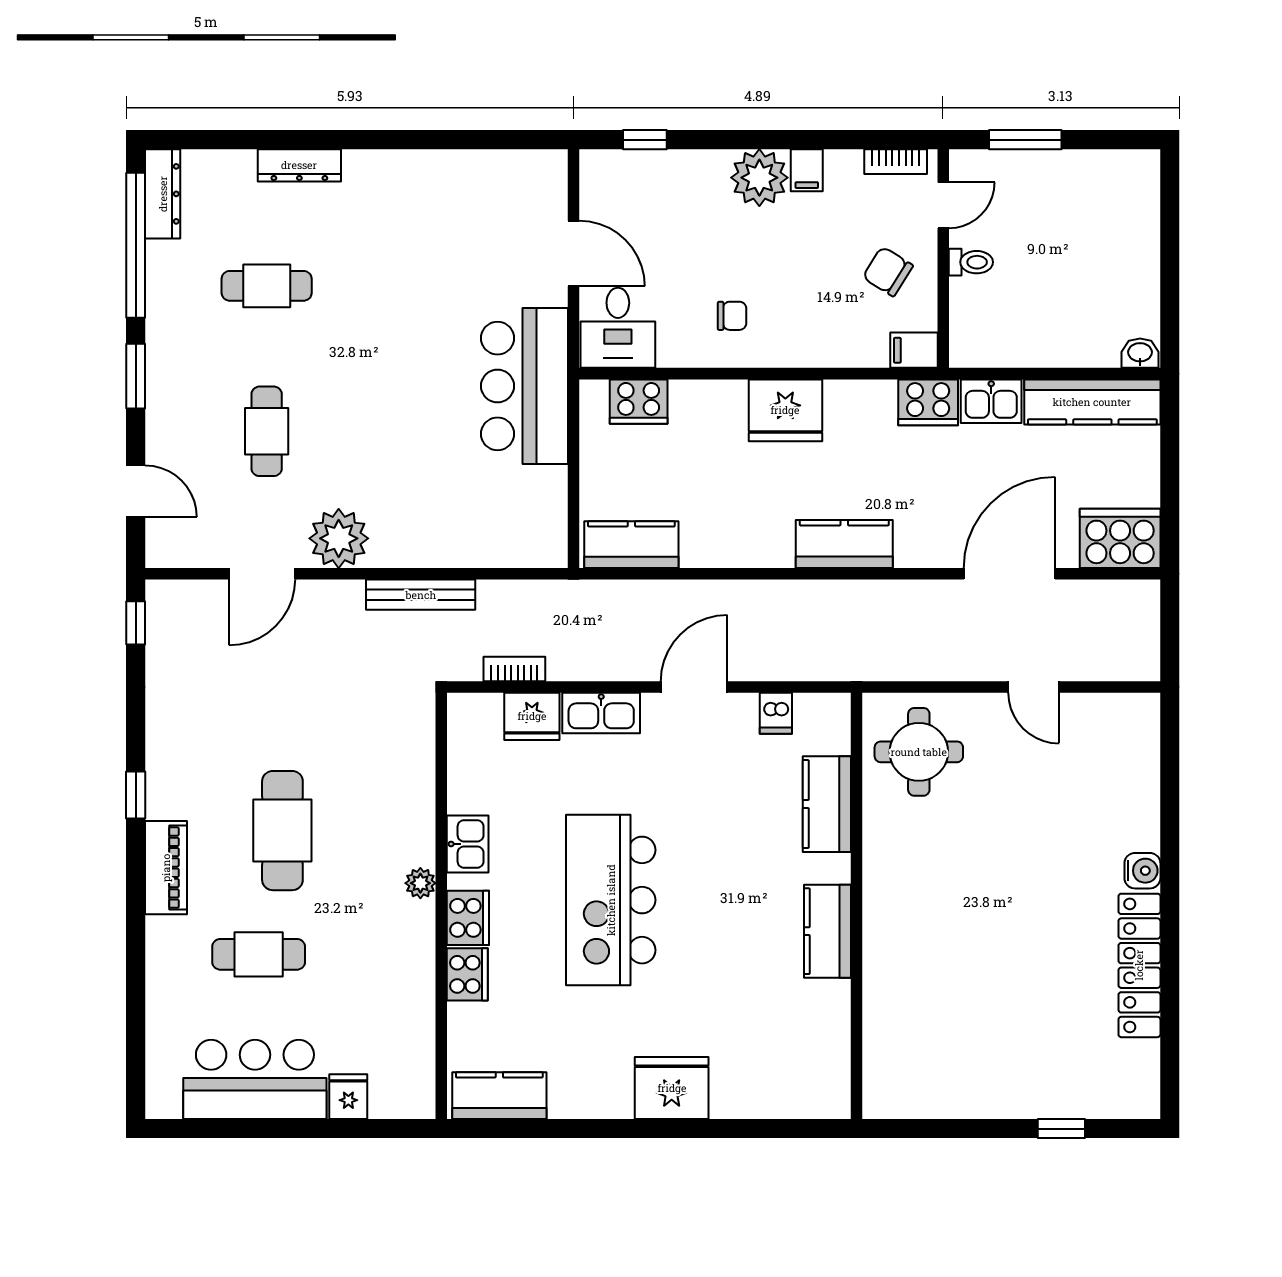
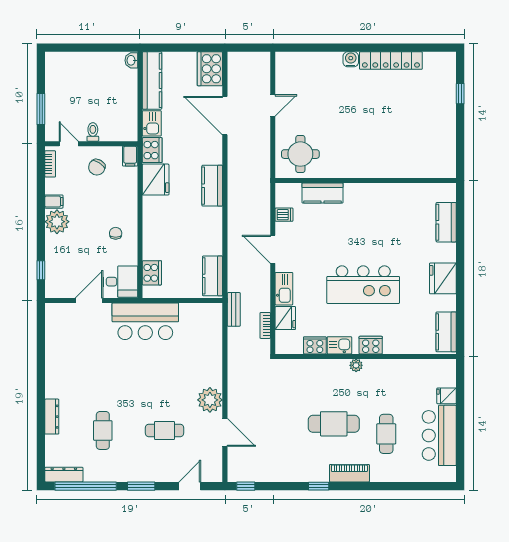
fridge: (785, 410) -> (156, 180), moved
bench: (421, 595) -> (234, 309), moved, width x0.73
kitchen counter: (827, 931) -> (446, 222), moved, turned 90
cooker: (467, 974) -> (315, 345), moved
fridge: (672, 1088) -> (443, 278), moved

